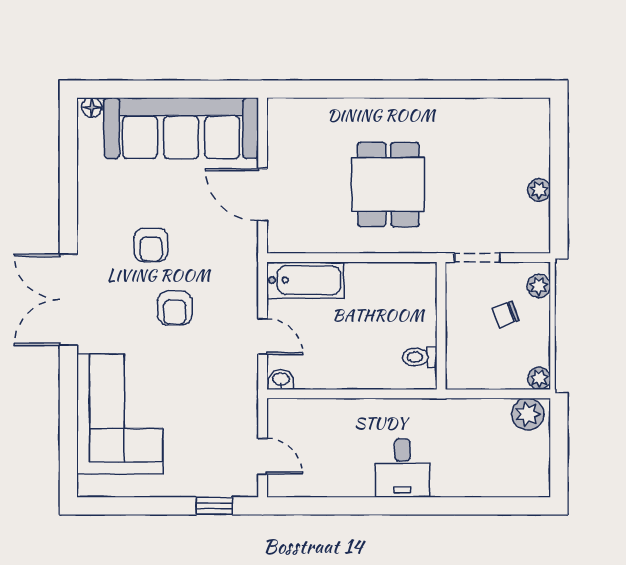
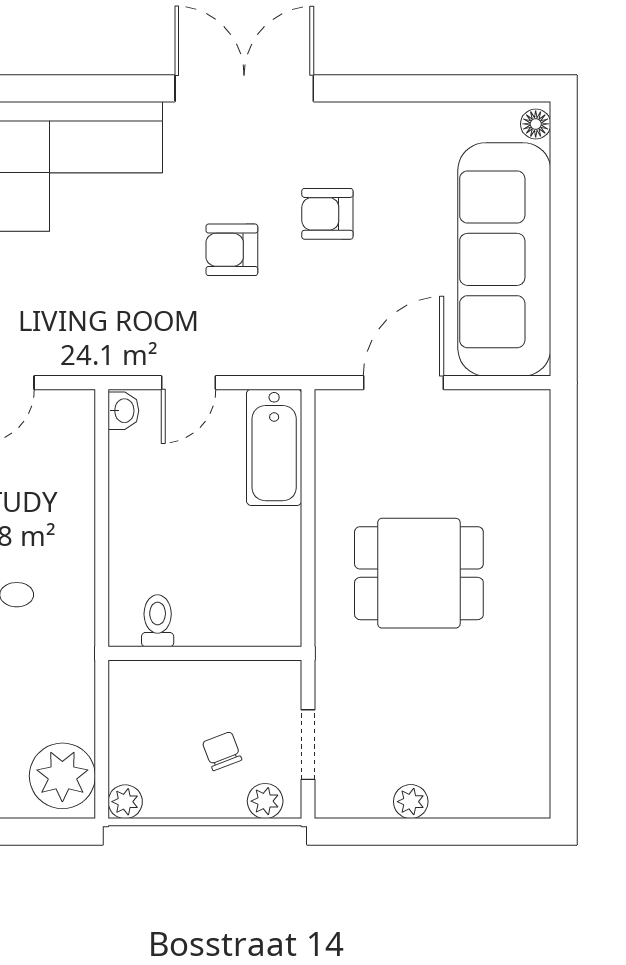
doorway: (477, 258) -> (308, 745), moved
plant: (528, 414) -> (62, 776), width x1.36, depth x1.36

